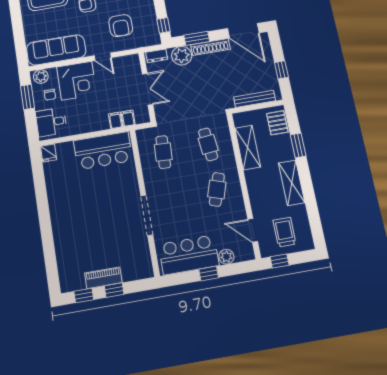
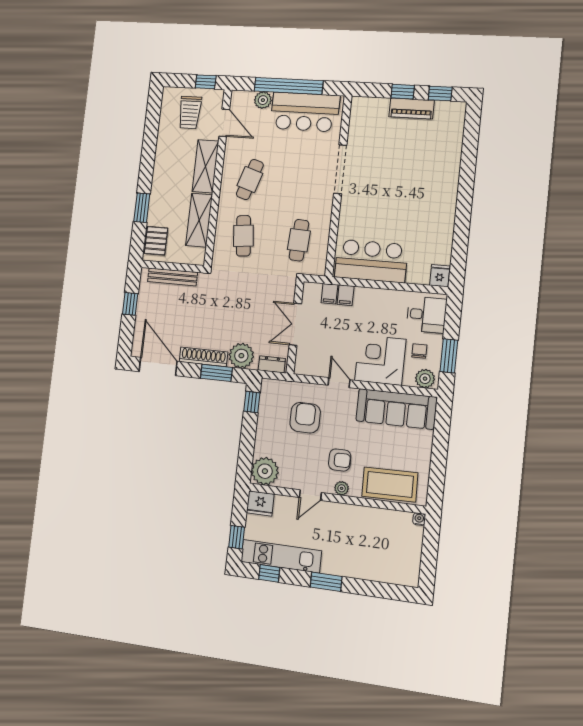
shelving: (292, 183) -> (205, 166), moved
window: (209, 273) -> (289, 86), width x3.17

